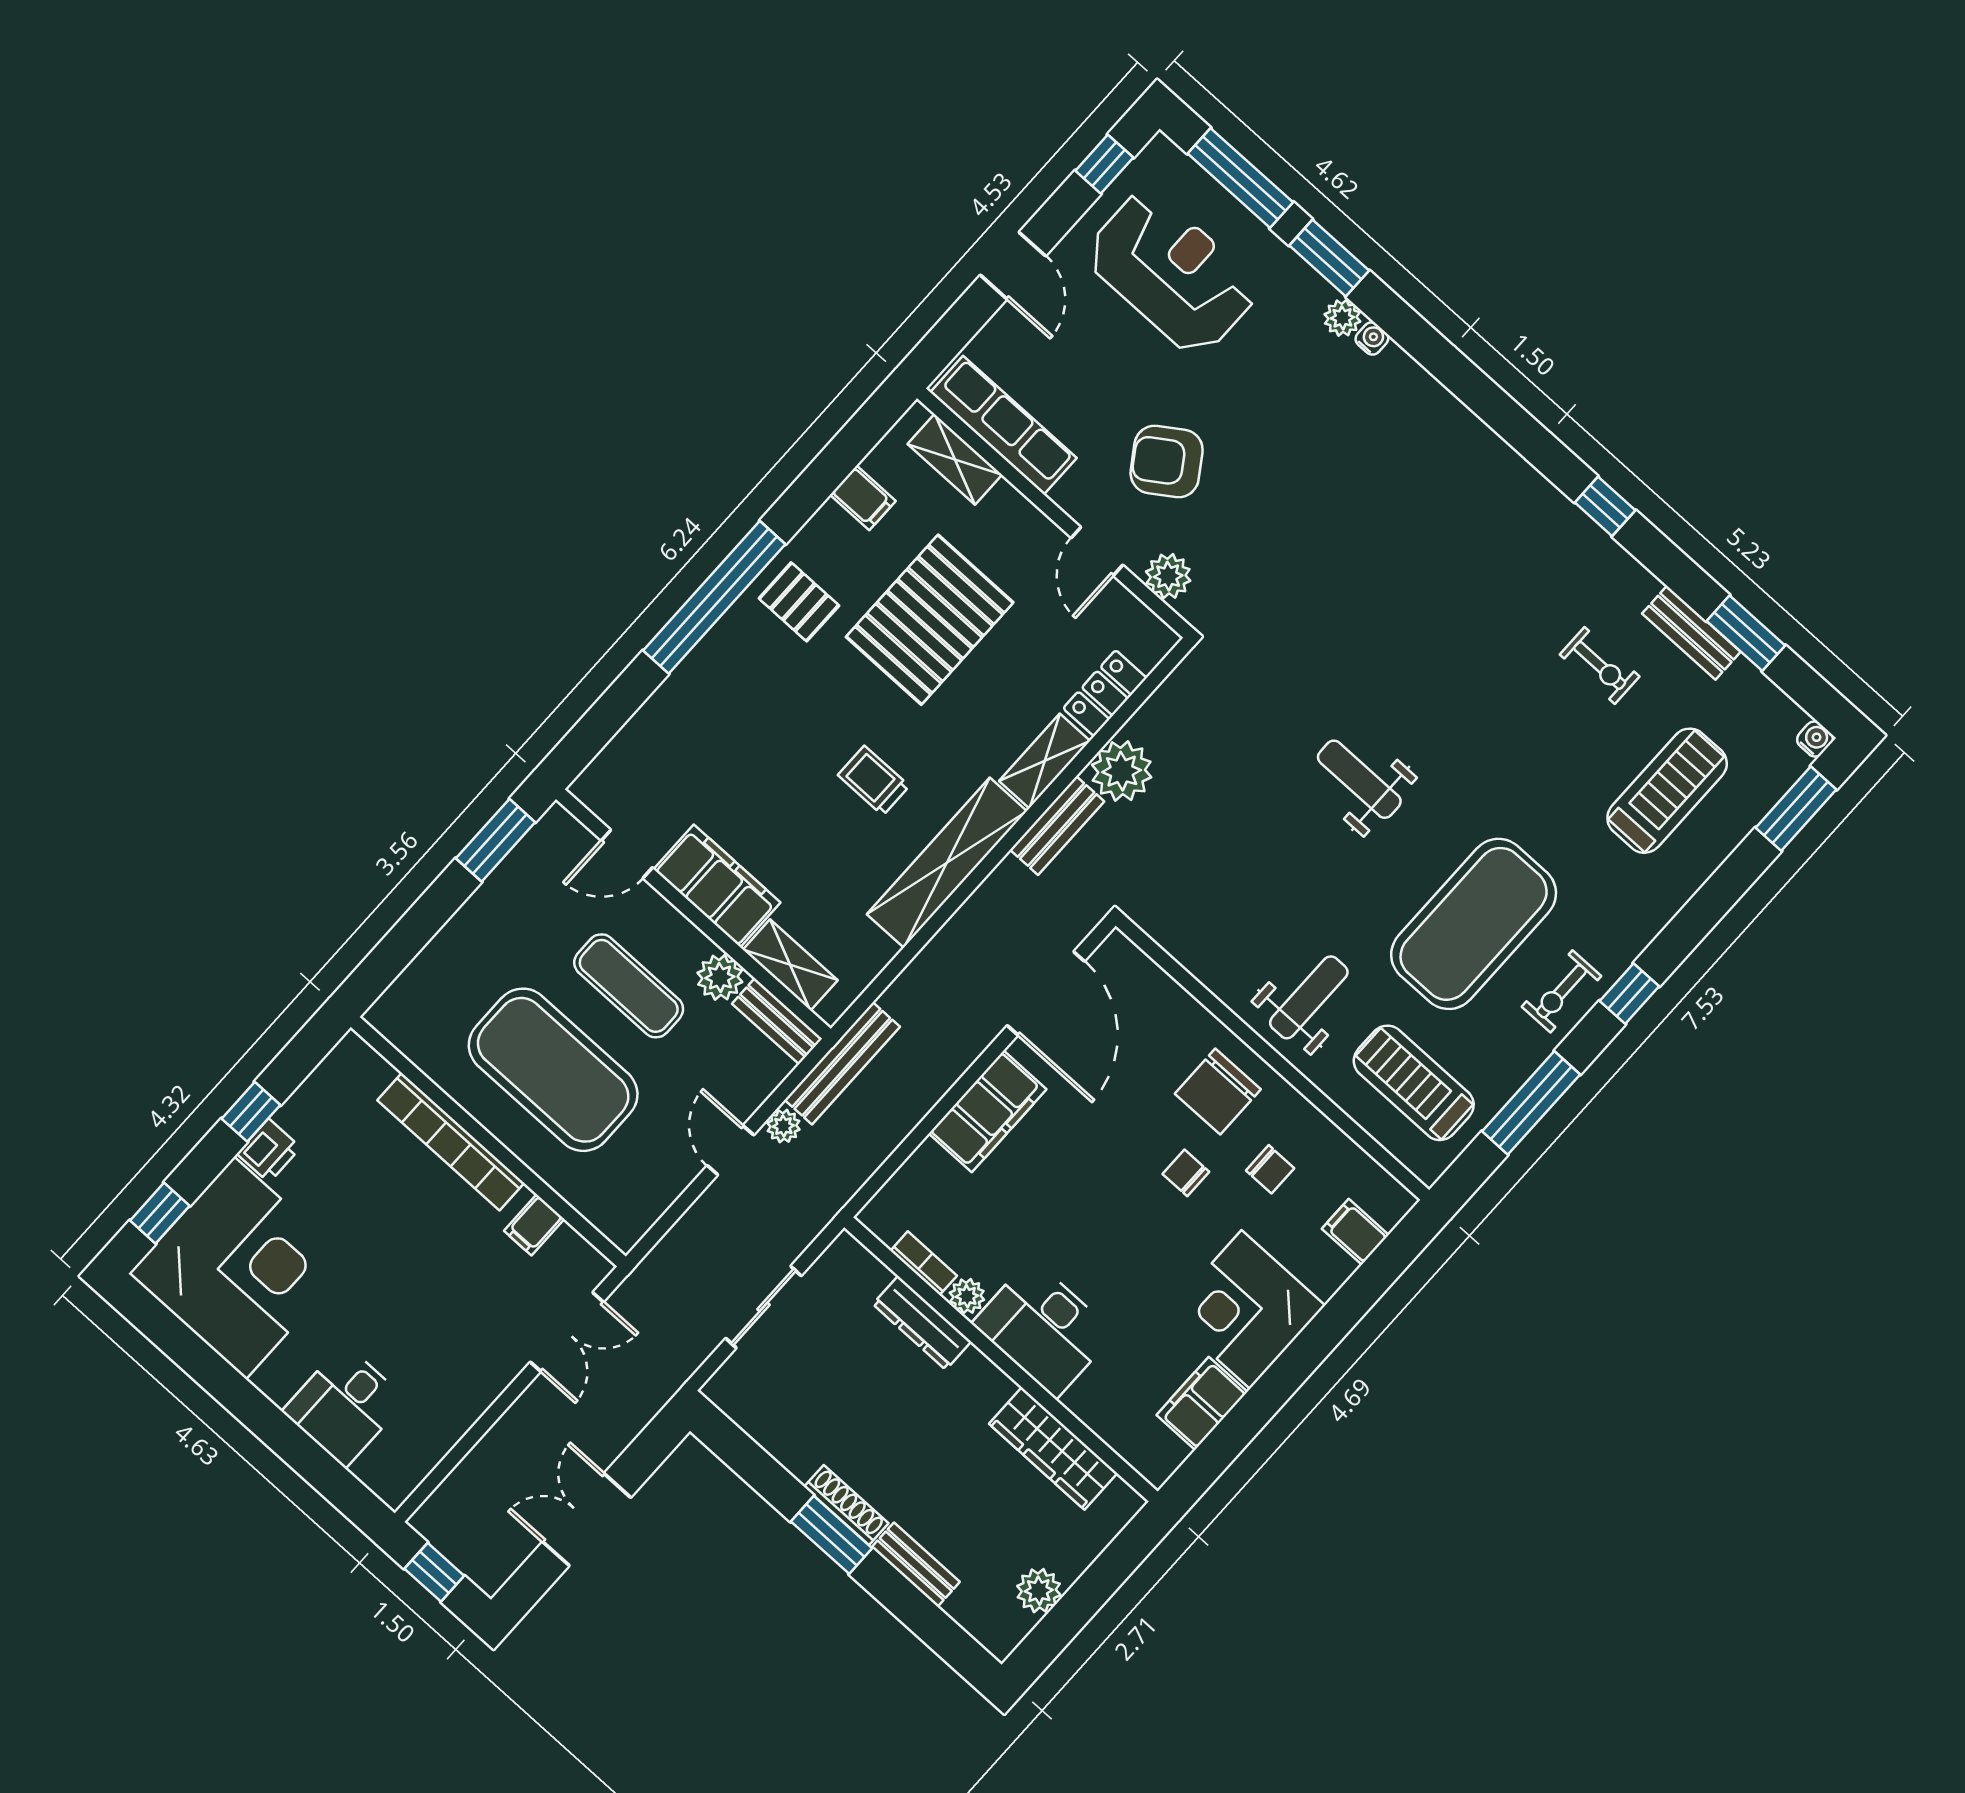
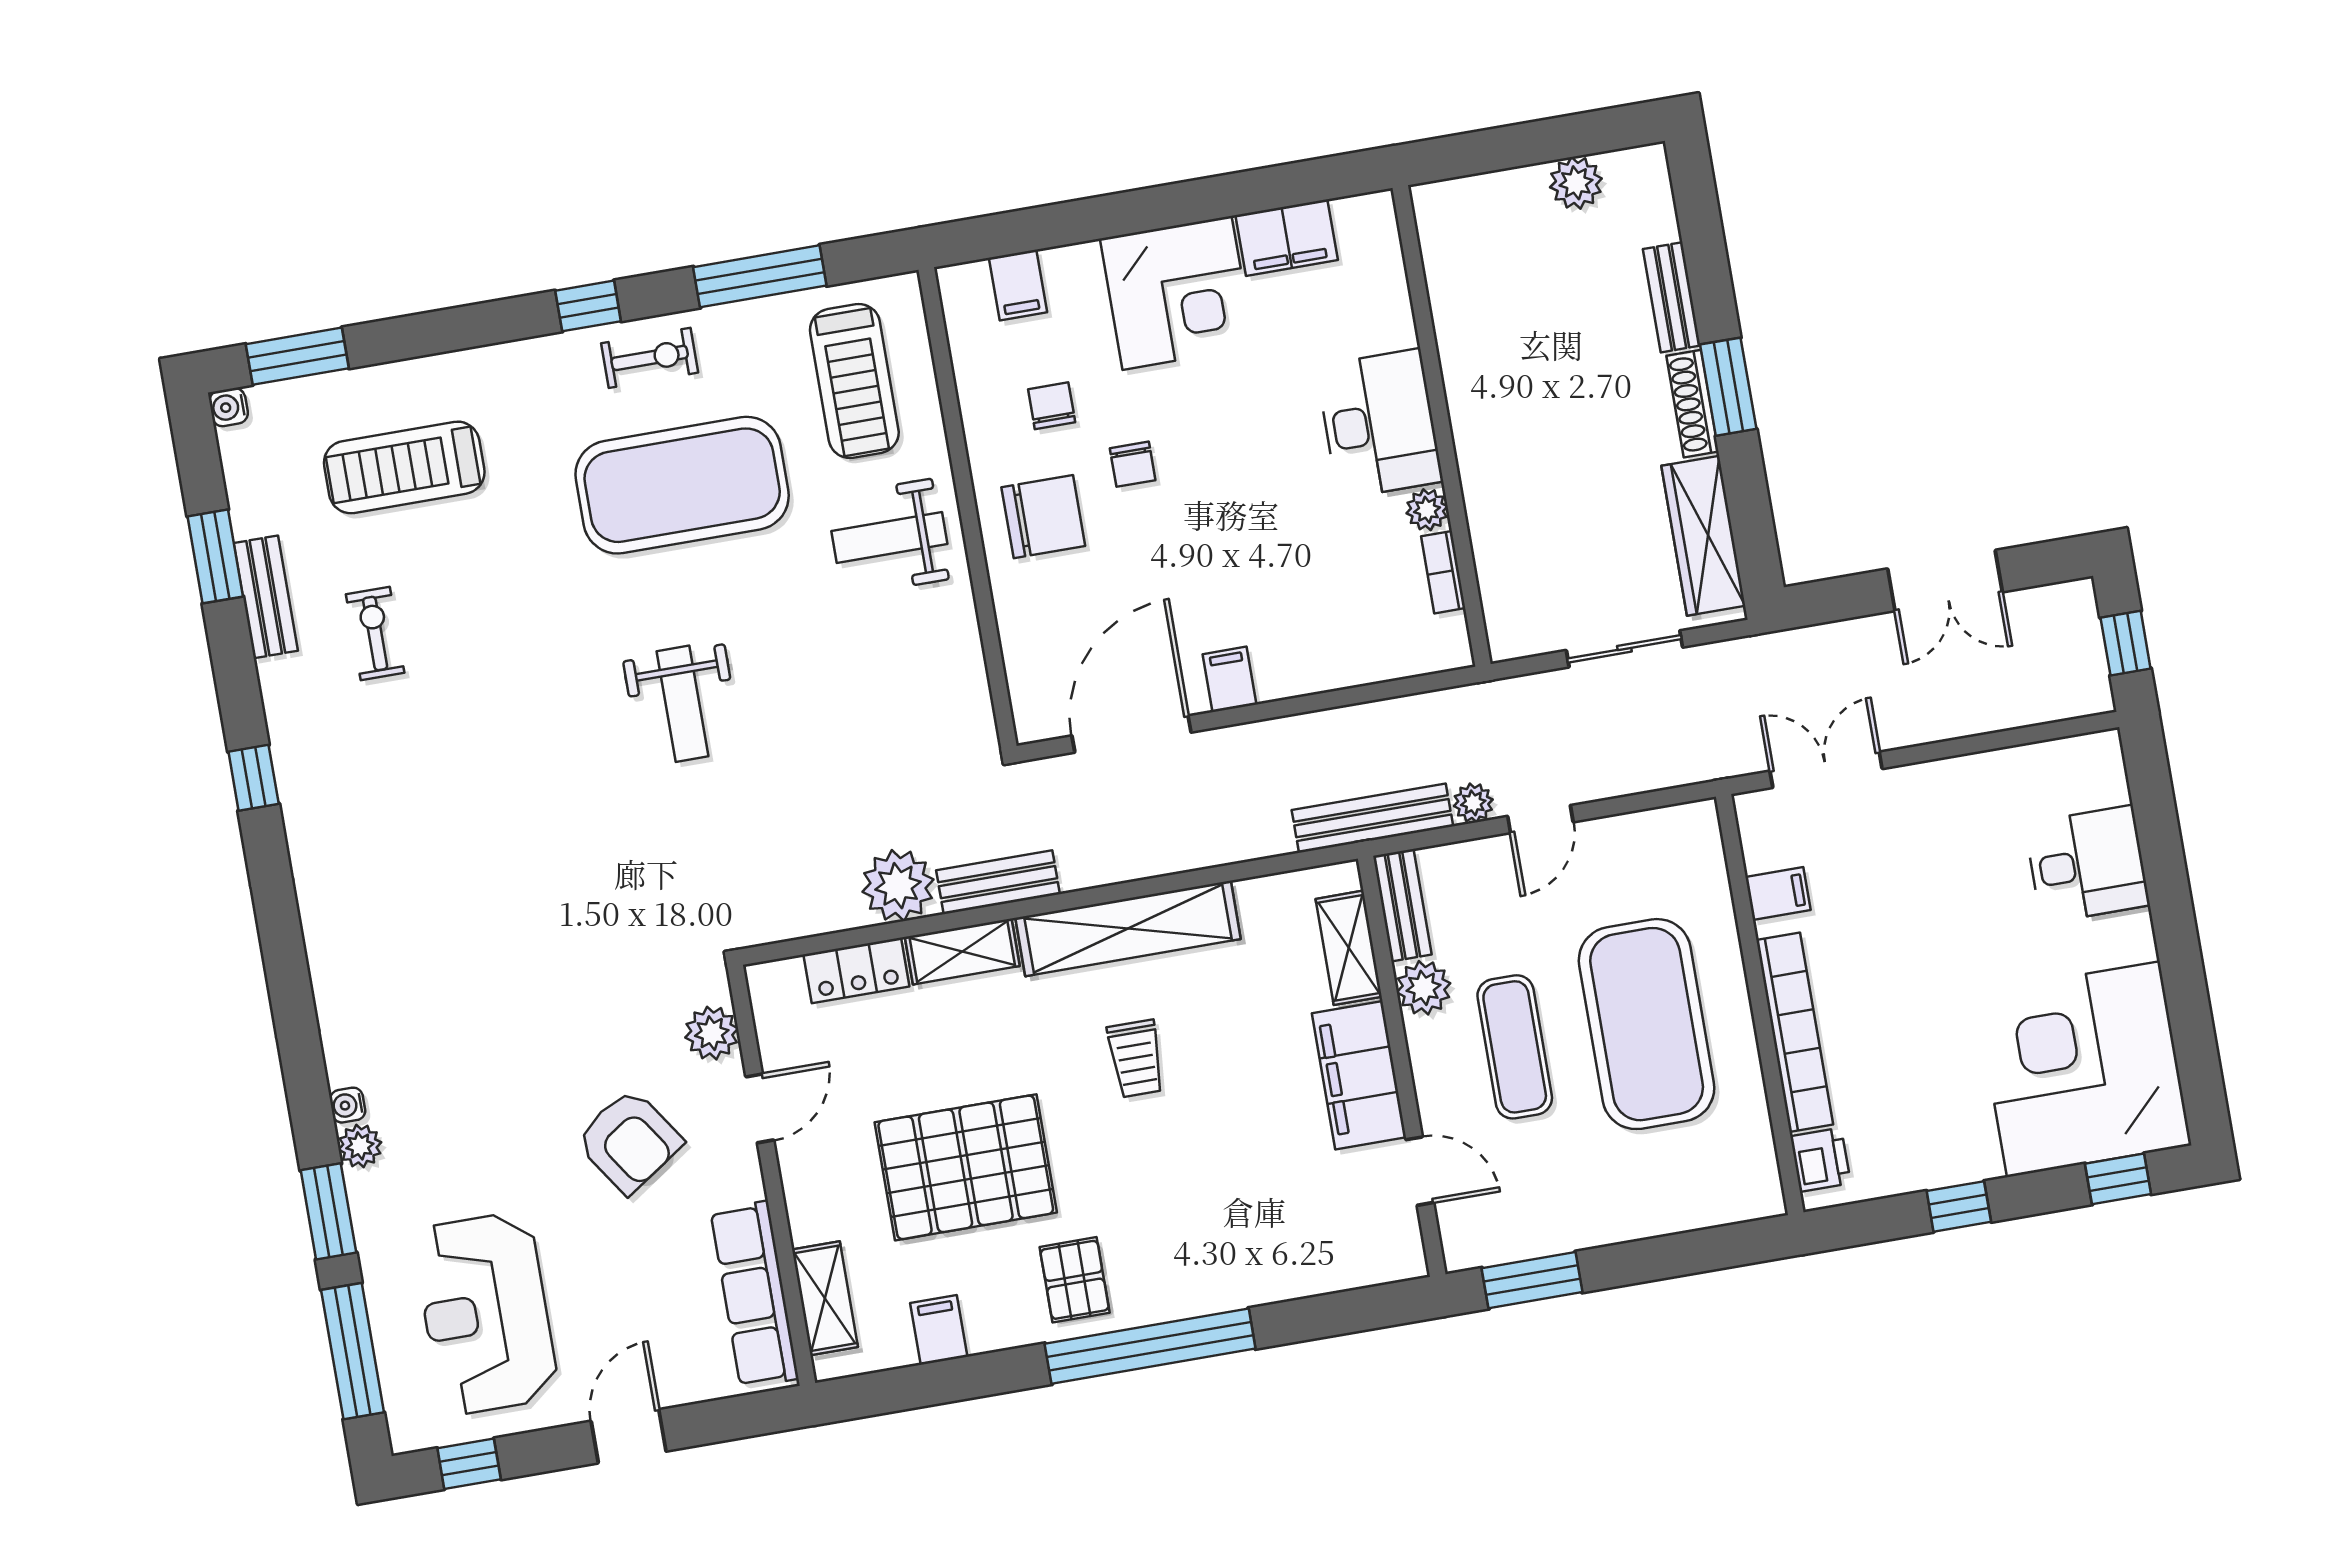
filing cabinet: (988, 1111) -> (1229, 679), width x0.33, depth x0.86
printer: (269, 1151) -> (1820, 1160), moved, turned 90
dresser: (922, 1323) -> (1488, 518), removed
wardrobe: (1053, 1448) -> (1703, 536), moved, turned 180

